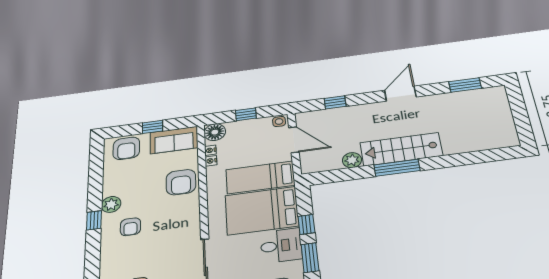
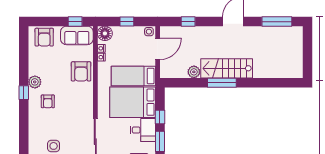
window: (465, 85) -> (277, 22), width x1.44
window: (153, 127) -> (75, 22), moved
door: (294, 140) -> (158, 49), hinge flipped

